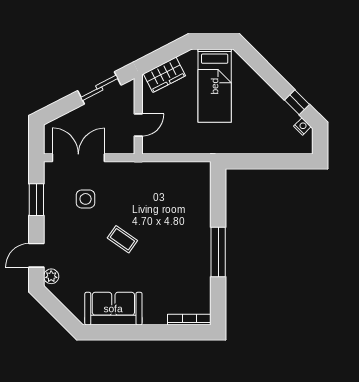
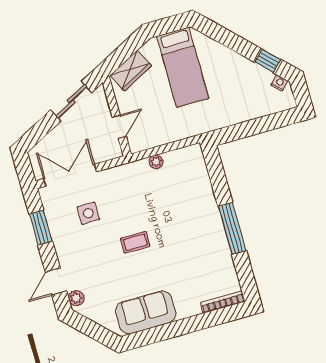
plant: (164, 168) -> (156, 162), added
coffee table: (122, 239) -> (135, 242), turned -35

